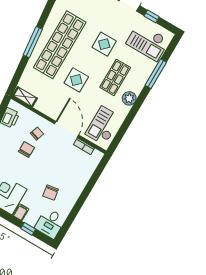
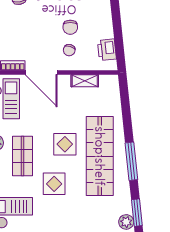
window: (33, 42) -> (131, 161), moved
display table: (76, 80) -> (65, 144), moved
shelving: (25, 97) -> (85, 81), moved

